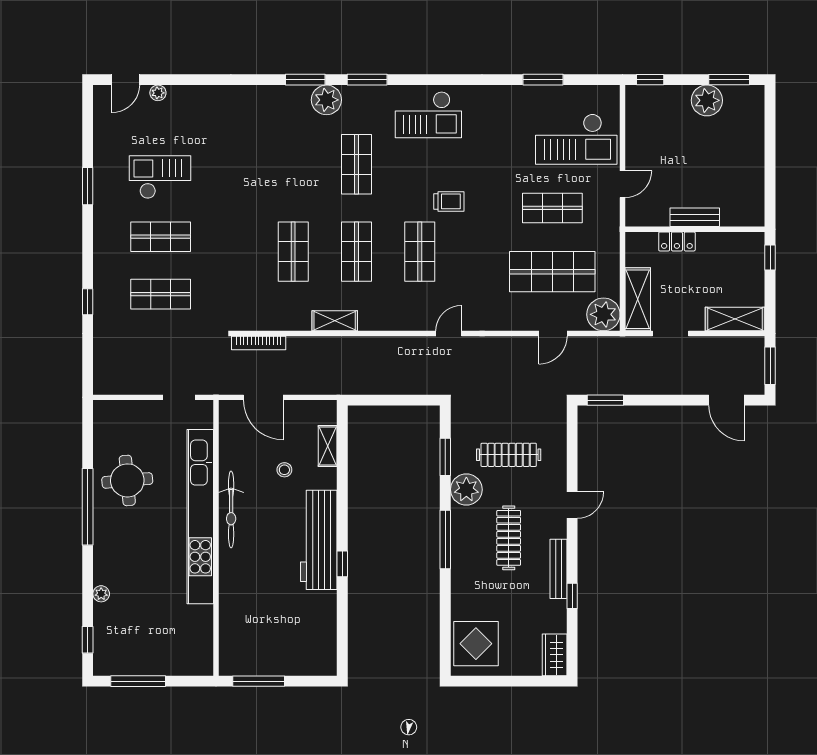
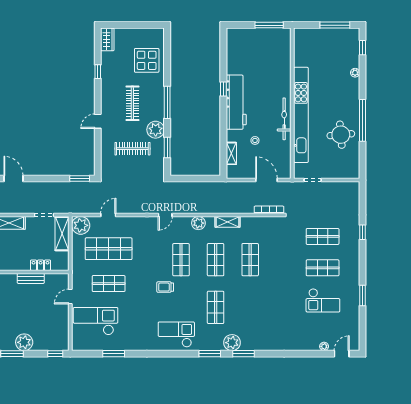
plant: (388, 319) -> (198, 223), added
bench: (558, 569) -> (105, 86), removed
display table: (476, 644) -> (147, 60), moved

